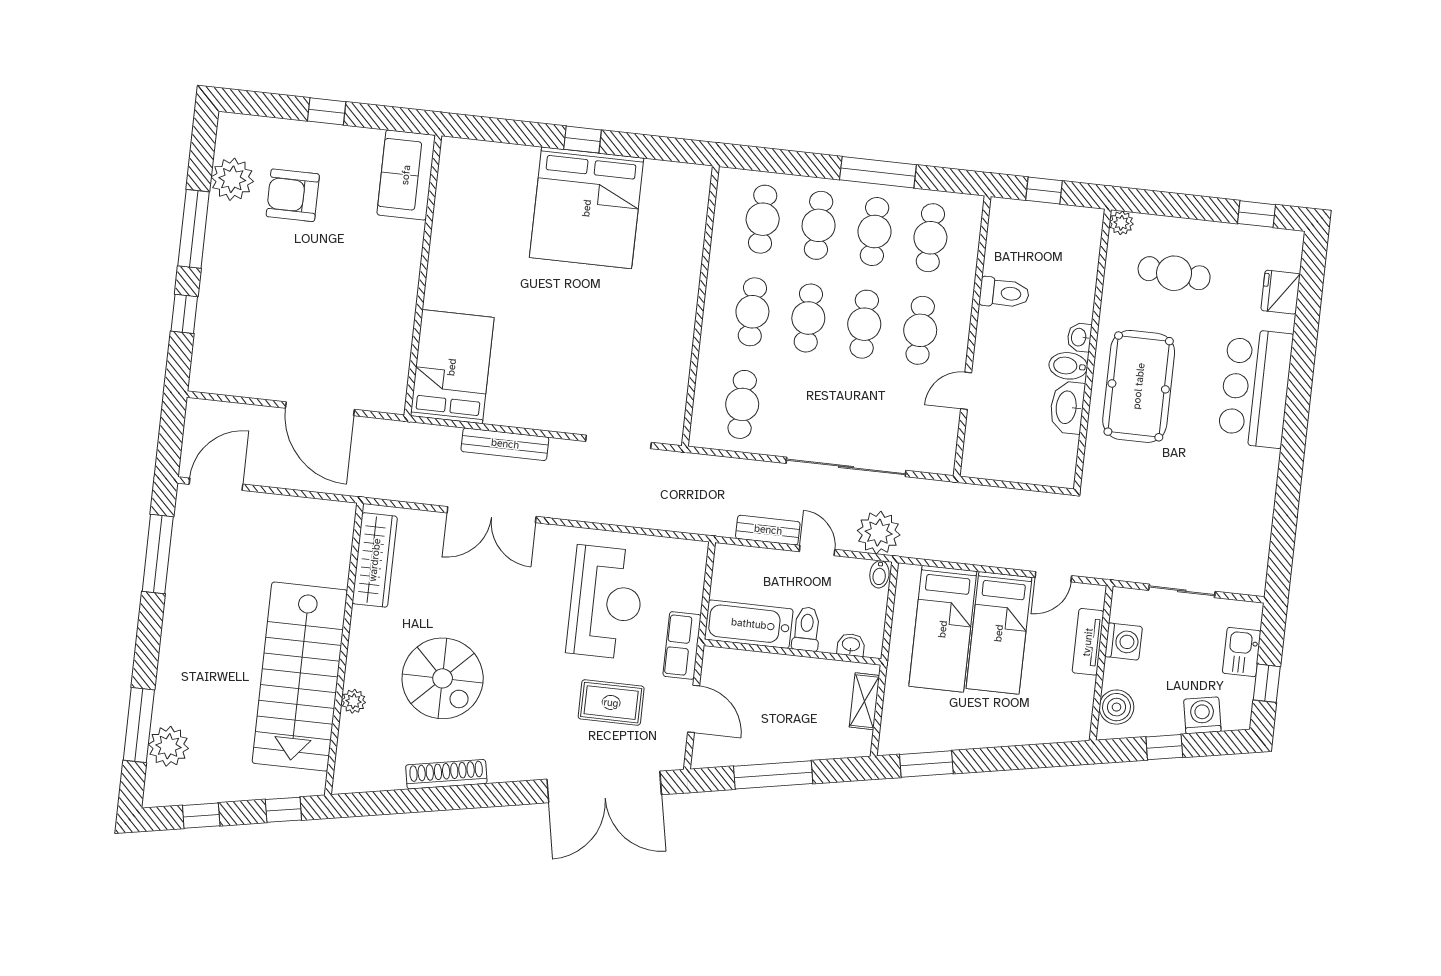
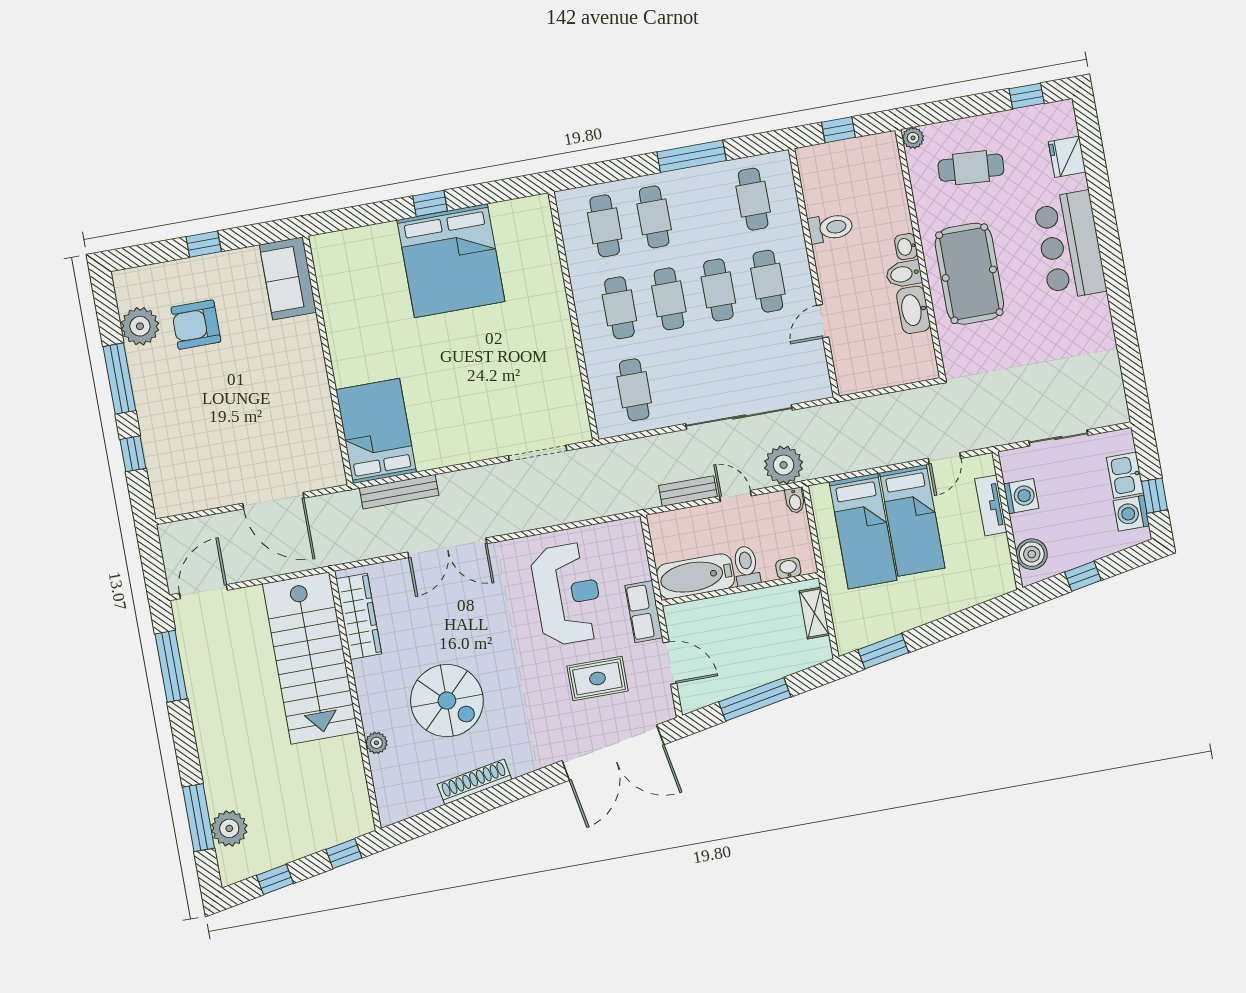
cafe table: (874, 232) -> (704, 208), removed
bench: (505, 444) -> (399, 492), moved
stairs: (300, 677) -> (310, 658), moved
washing machine: (1202, 715) -> (1131, 513), moved, turned -80

